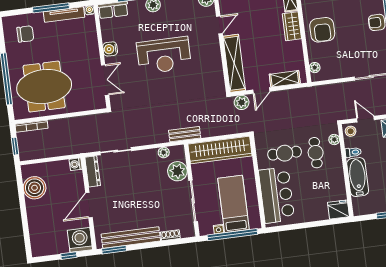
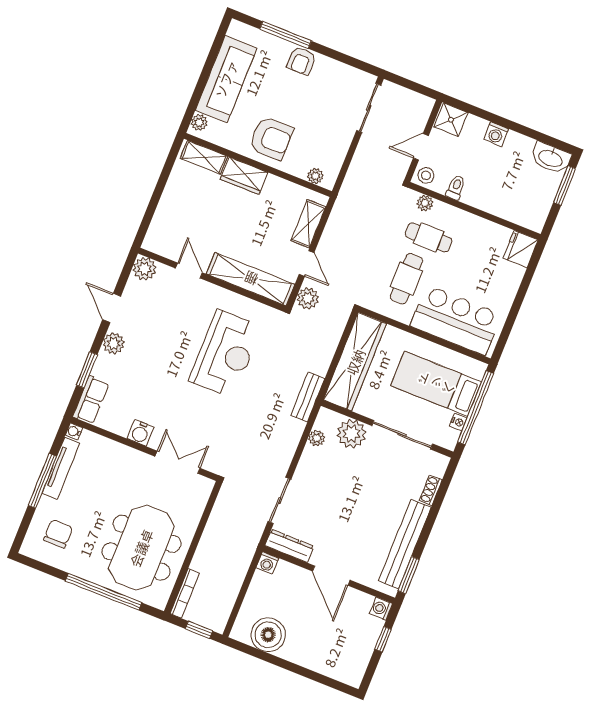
reception desk: (164, 55) -> (225, 354), moved
bathtub: (358, 177) -> (492, 200), removed
washing machine: (80, 240) -> (381, 609), width x0.53, depth x0.53

